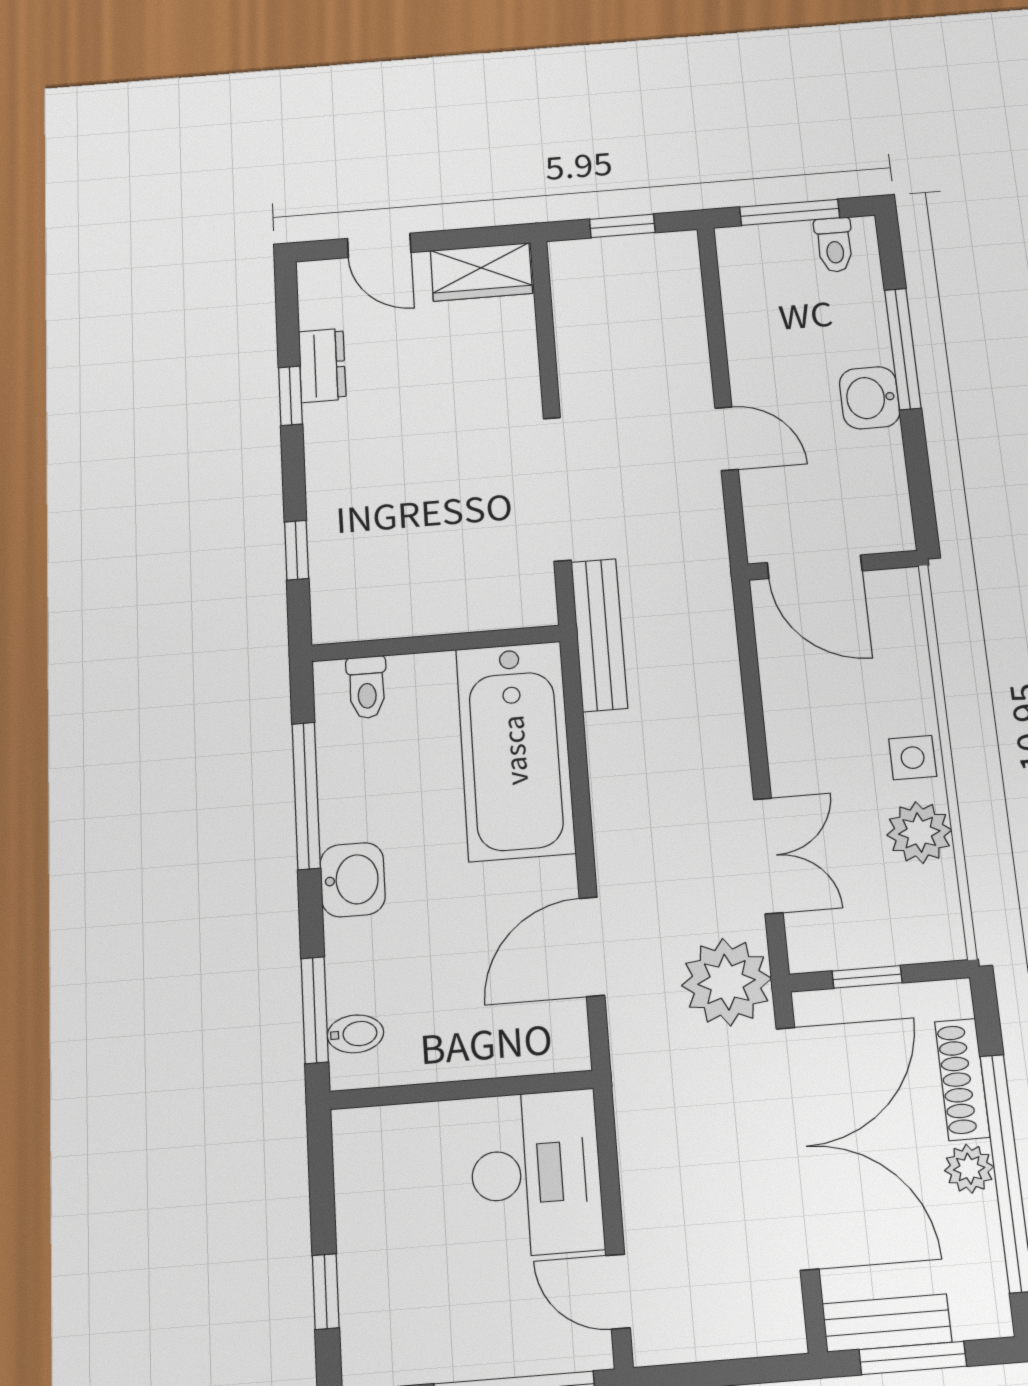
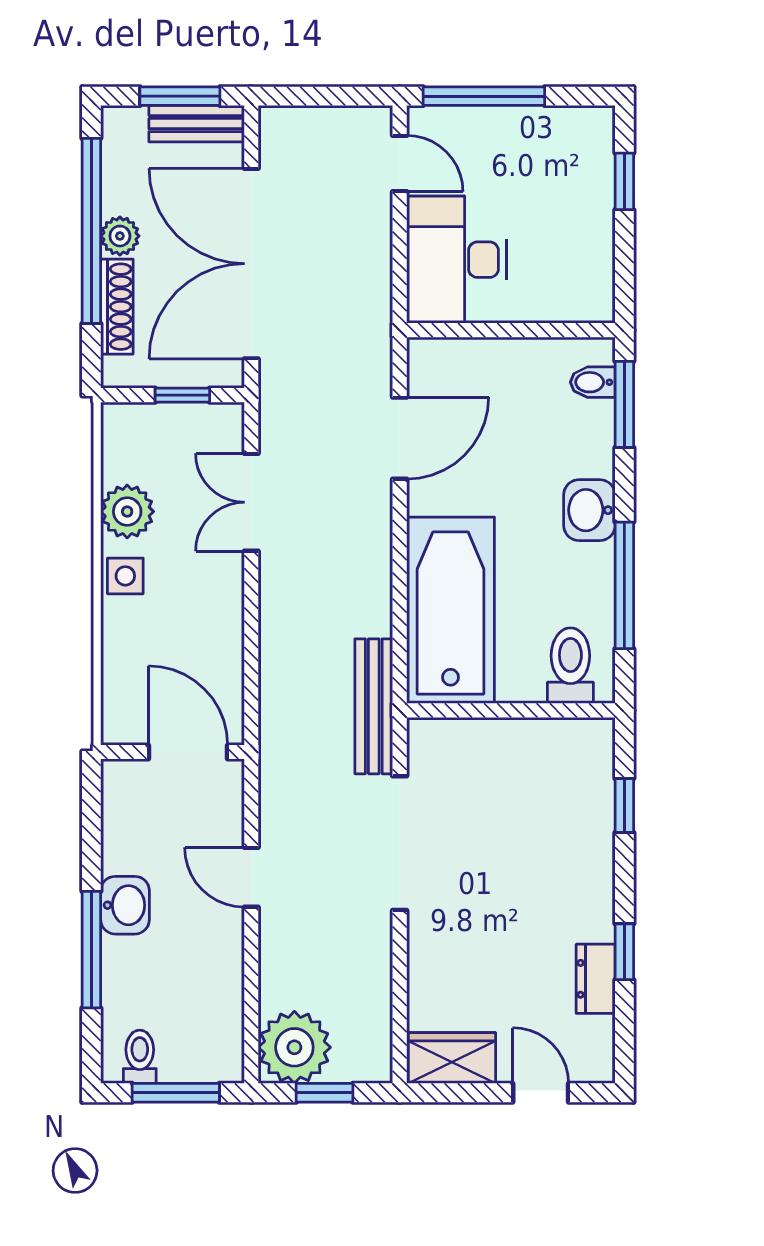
toilet: (367, 687) -> (570, 666), width x1.37, depth x1.39
plant: (727, 982) -> (294, 1047), moved

